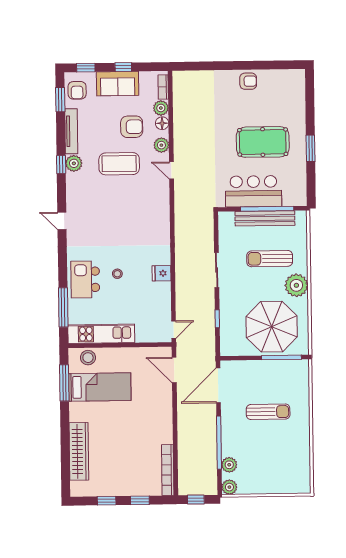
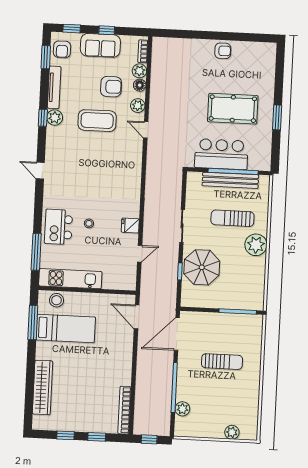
parasol: (272, 327) -> (202, 267), moved, width x0.73, depth x0.73
door: (174, 330) -> (140, 254), moved
plant: (229, 487) -> (232, 432), moved

